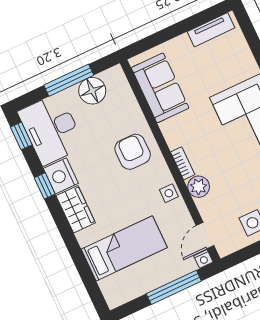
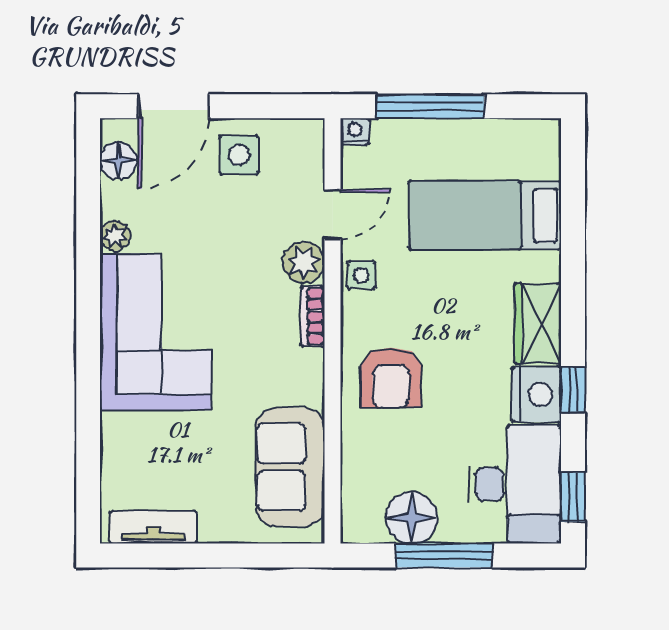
door: (205, 236) -> (333, 214), moved

